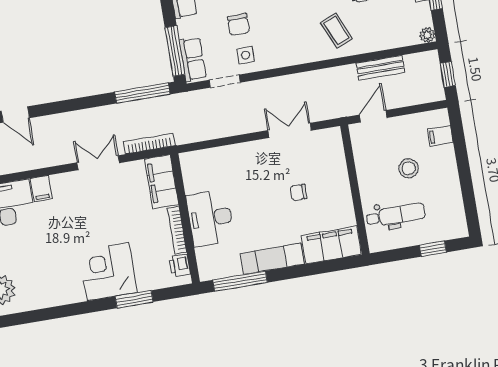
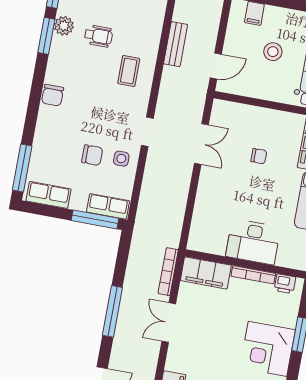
coffee table: (336, 31) -> (129, 71), turned -67
doorway: (225, 81) -> (147, 132), moved
window: (142, 93) -> (112, 311), moved
door: (373, 116) -> (216, 66), swing flipped
double door: (290, 130) -> (201, 144), swing flipped
chair: (298, 192) -> (259, 156), turned -90

